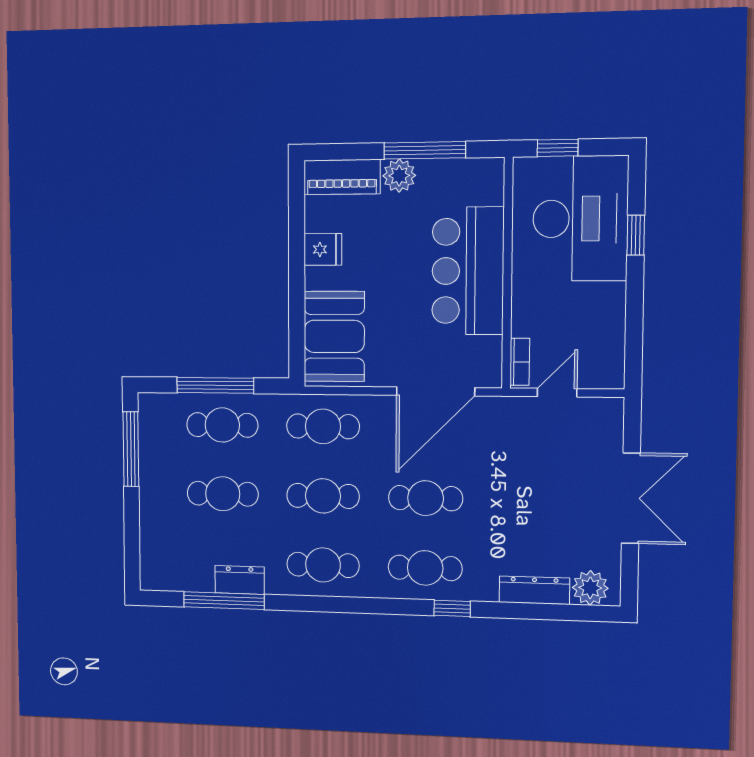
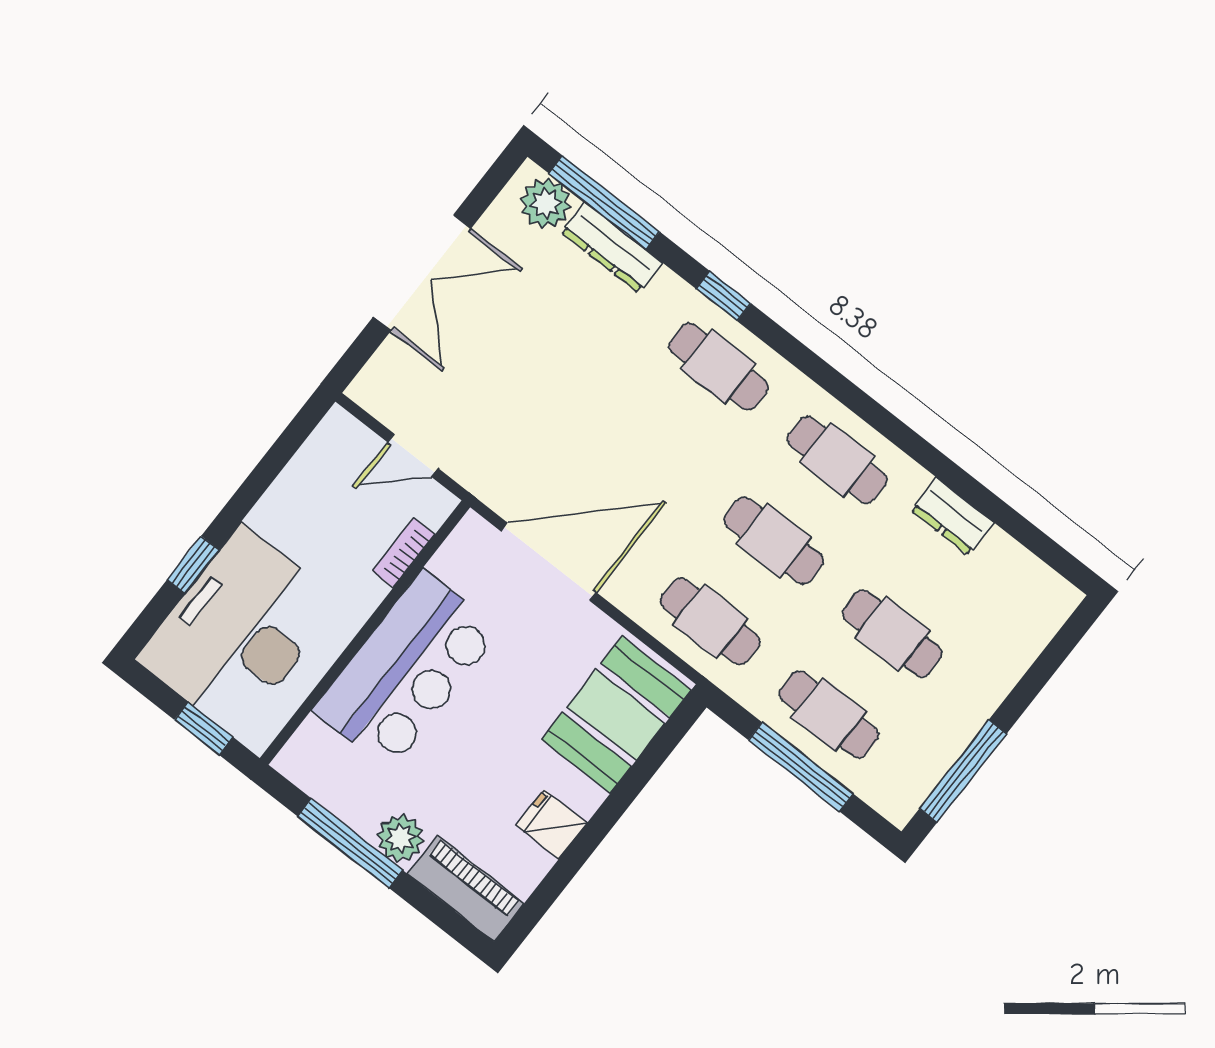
bookcase: (520, 362) -> (404, 553), moved
cafe table: (426, 498) -> (655, 448), removed
double door: (631, 498) -> (422, 273), swing flipped
window: (224, 601) -> (604, 202), moved

